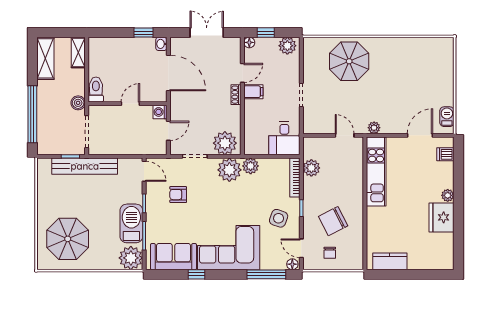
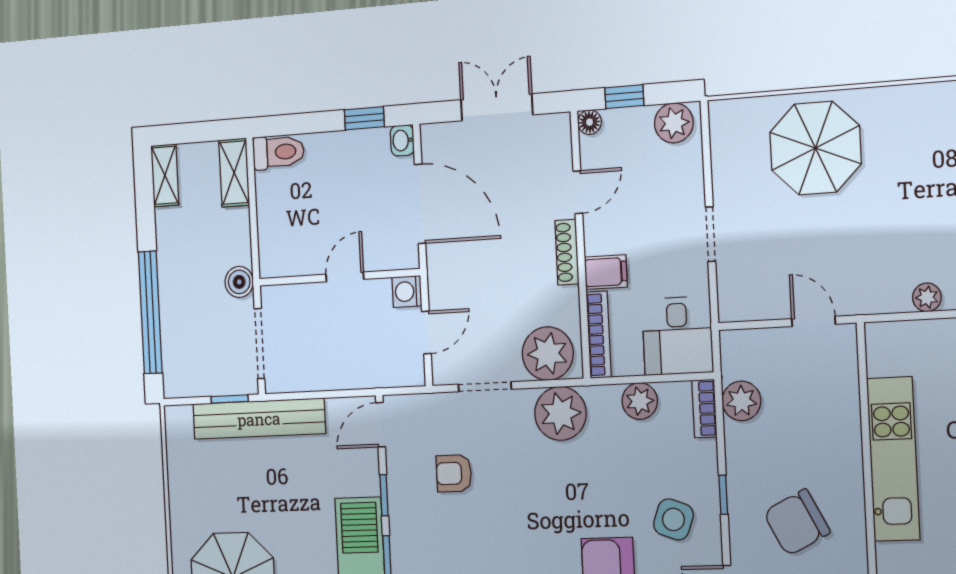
shelving: (45, 58) -> (165, 175), width x0.67, depth x0.75
toilet: (96, 89) -> (278, 152), moved, turned 90
filing cabinet: (253, 92) -> (606, 272), moved
shoe rack: (236, 95) -> (567, 252), width x1.43
plant: (374, 128) -> (927, 297), moved
bookcase: (249, 136) -> (599, 335), added
plant: (251, 166) -> (640, 401), moved
door: (144, 171) -> (381, 425), swing flipped
kitchen unit: (376, 171) -> (893, 459), moved
bookcase: (295, 178) -> (704, 408), width x0.64

